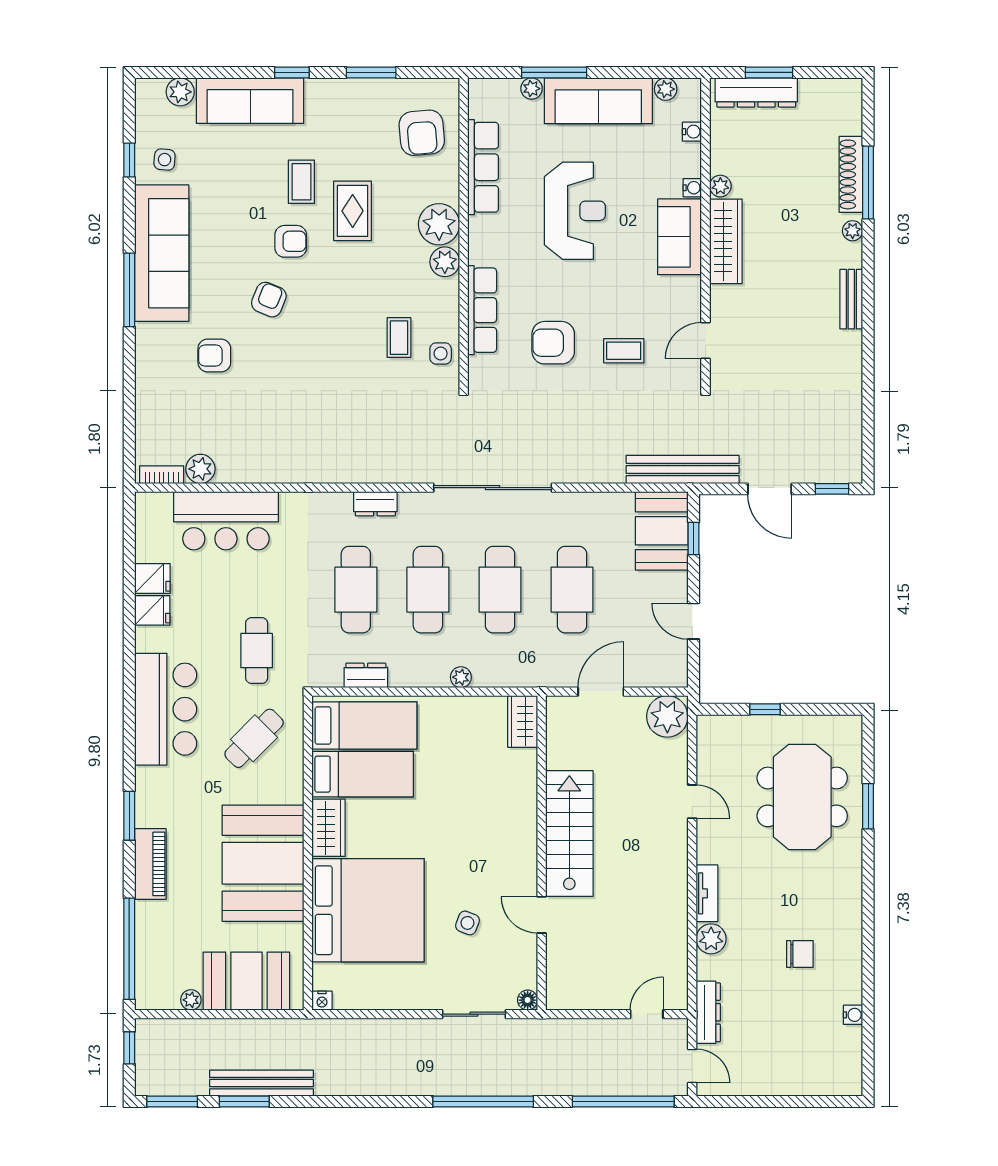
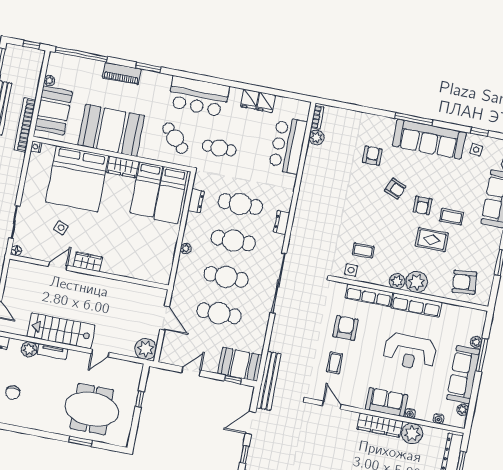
row of seats: (483, 167) -> (416, 305), moved
plant: (720, 186) -> (412, 433), width x1.88, depth x1.88
wardrobe: (523, 722) -> (88, 262), moved
stairs: (569, 834) -> (61, 331), moved, turned 180
bookcase: (285, 1030) -> (25, 125), added

